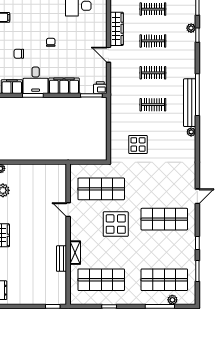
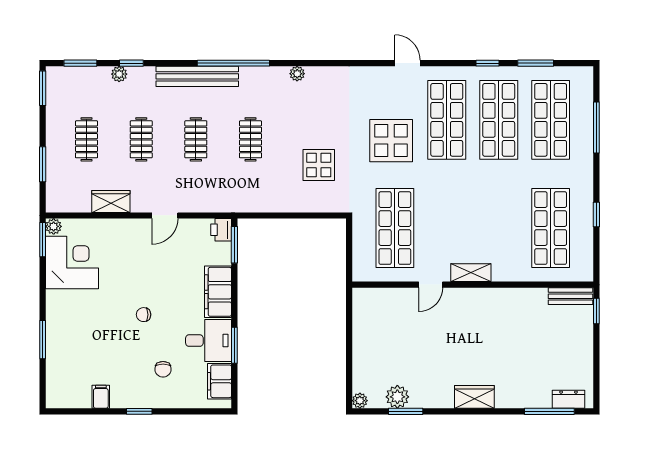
wardrobe: (117, 29) -> (111, 201), width x0.67
bench: (190, 103) -> (197, 76), moved
display table: (116, 224) -> (391, 141), moved
shop shelf: (164, 249) -> (499, 120), added
shelving: (75, 253) -> (471, 273), moved
bench: (61, 259) -> (571, 296), moved
plant: (172, 300) -> (585, 106), removed

